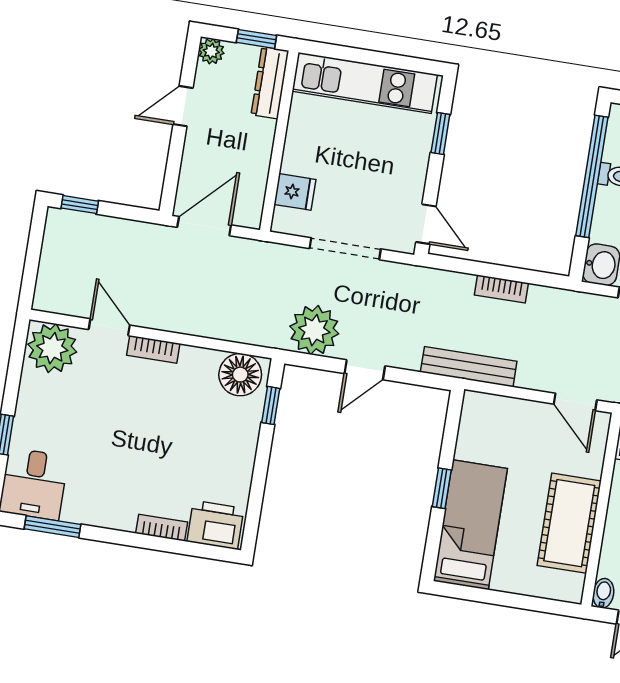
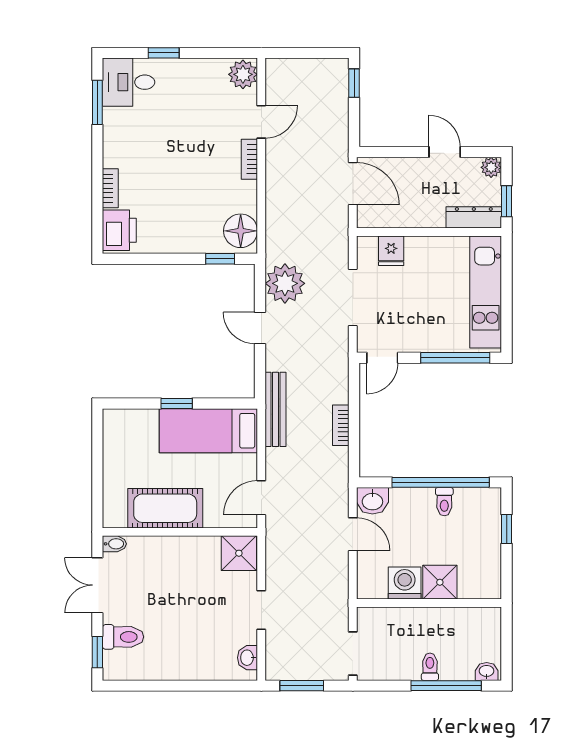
window: (440, 134) -> (455, 358), width x2.17
plant: (52, 348) -> (243, 74), width x0.73, depth x0.73
bed: (470, 525) -> (208, 431), moved, turned 180

